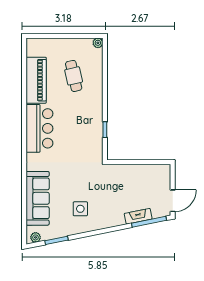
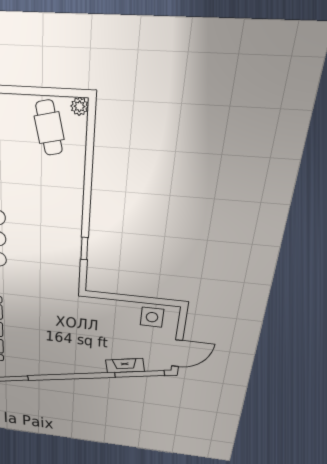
cafe table: (74, 76) -> (49, 128), moved
side table: (80, 209) -> (152, 317), moved

